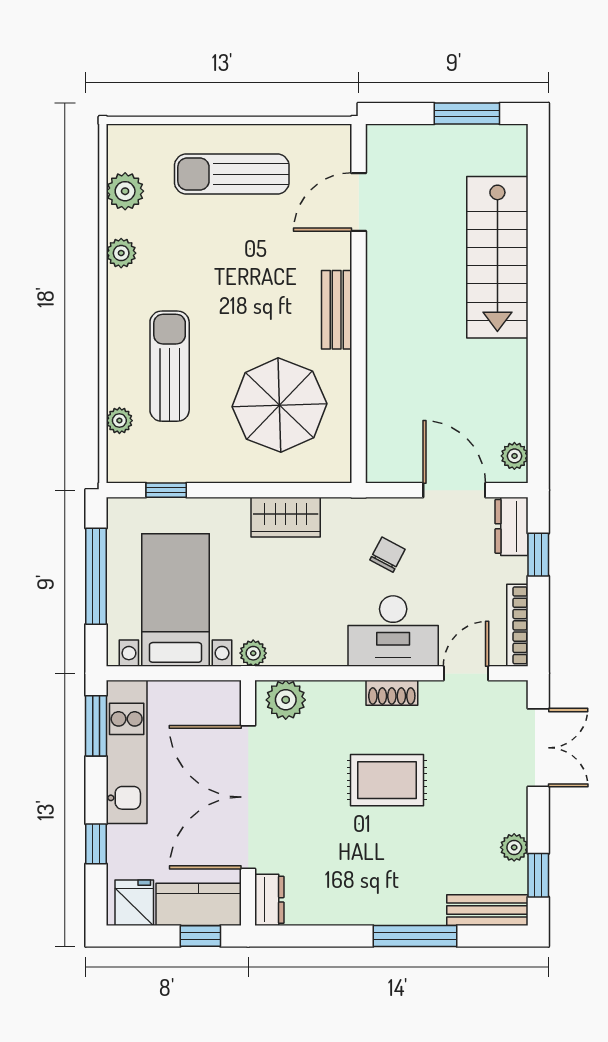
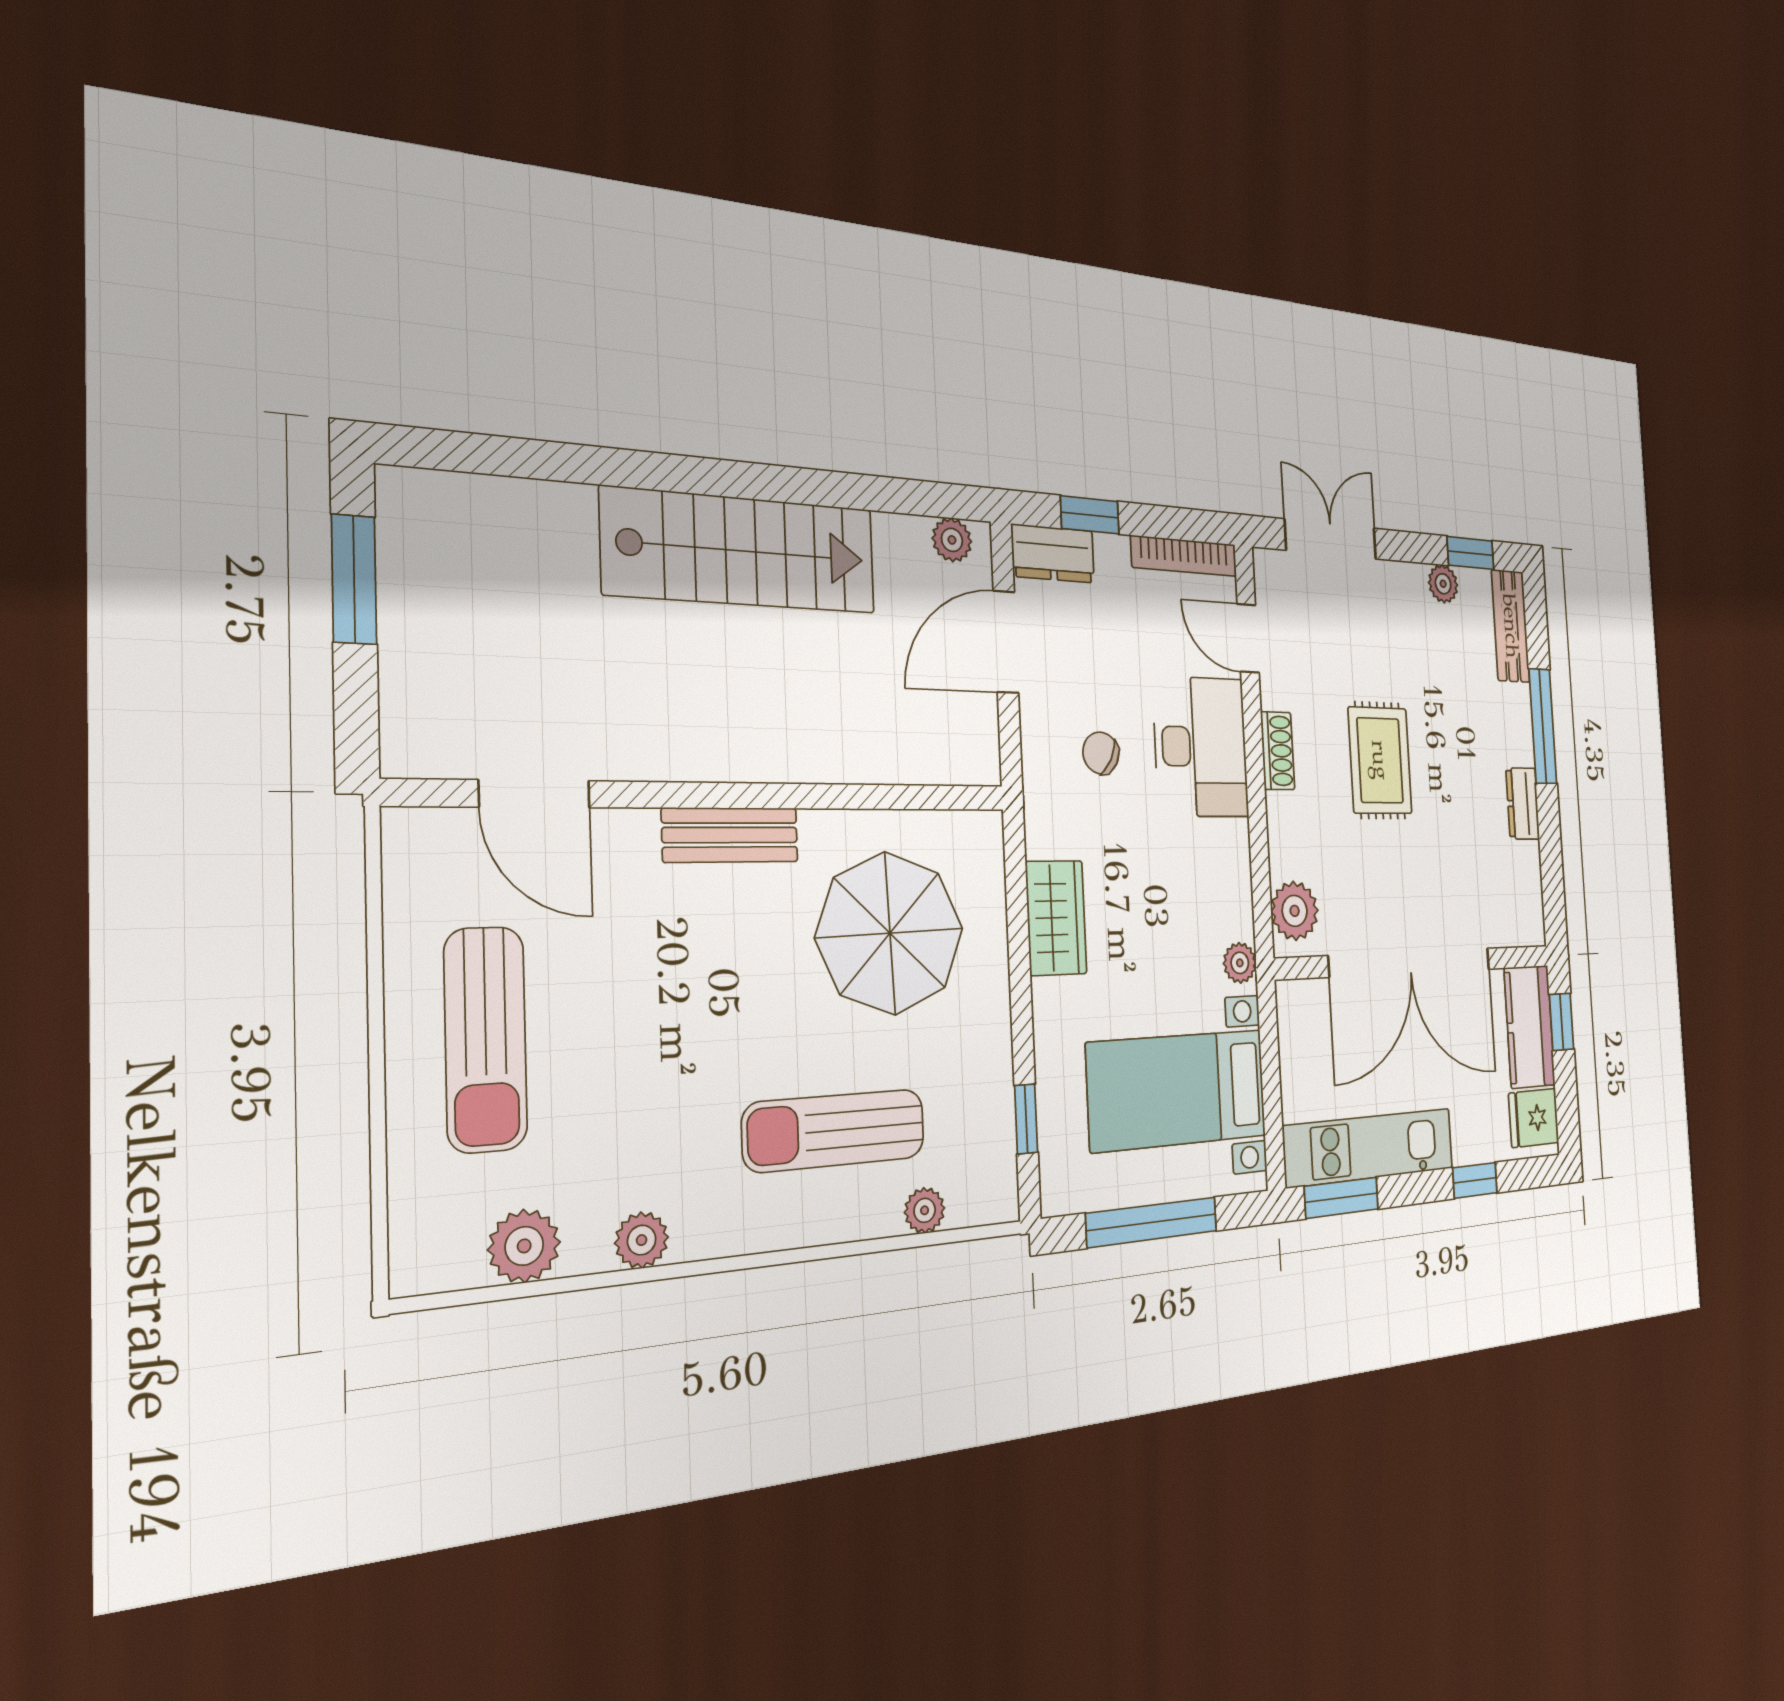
stairs: (497, 257) -> (741, 551), moved
dresser: (269, 900) -> (1523, 804), moved, turned -90

